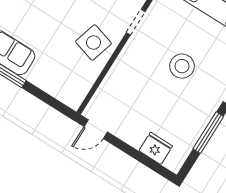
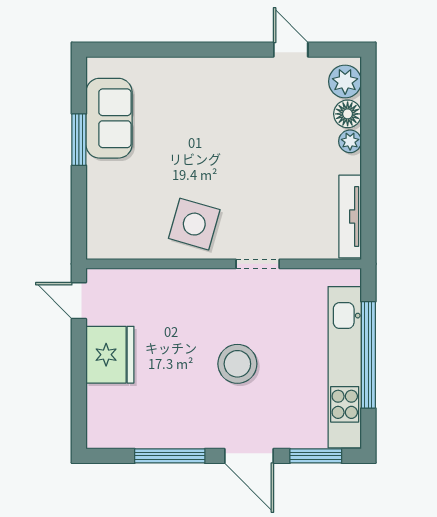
fridge: (156, 148) -> (110, 355), moved, width x1.36, depth x1.34

